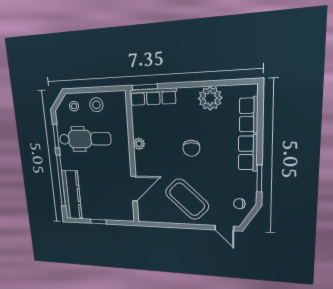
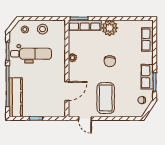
plant: (210, 98) -> (110, 28), moved
row of seats: (248, 153) -> (147, 77), moved
coffee table: (187, 199) -> (106, 98), turned 46
door: (224, 228) -> (85, 118), moved

